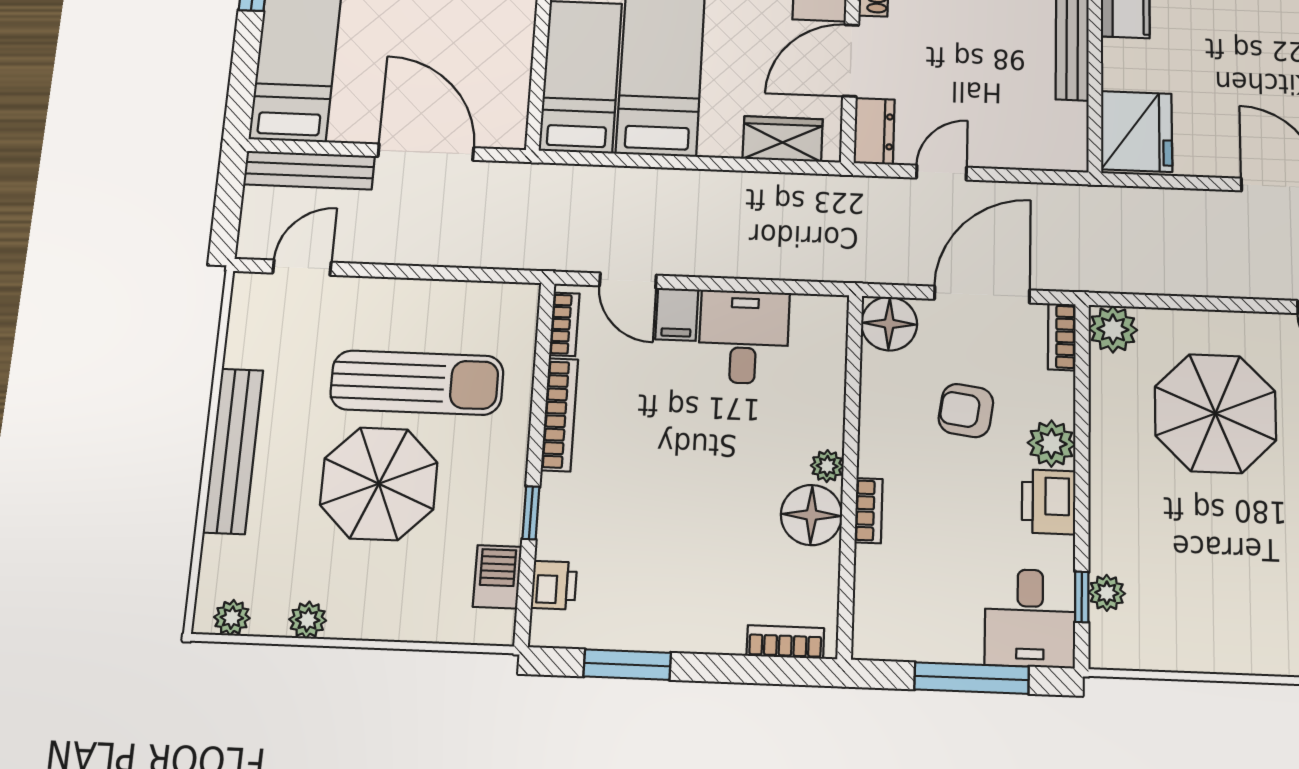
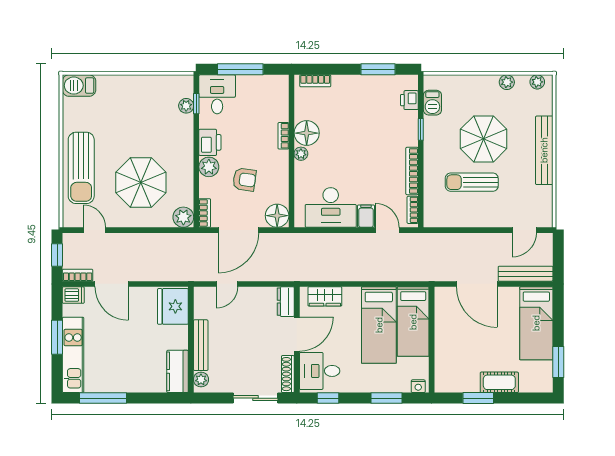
door: (941, 173) -> (227, 284), moved
desk: (744, 337) -> (331, 207), width x1.37
sun lounger: (417, 383) -> (472, 182), width x0.73, depth x0.75

